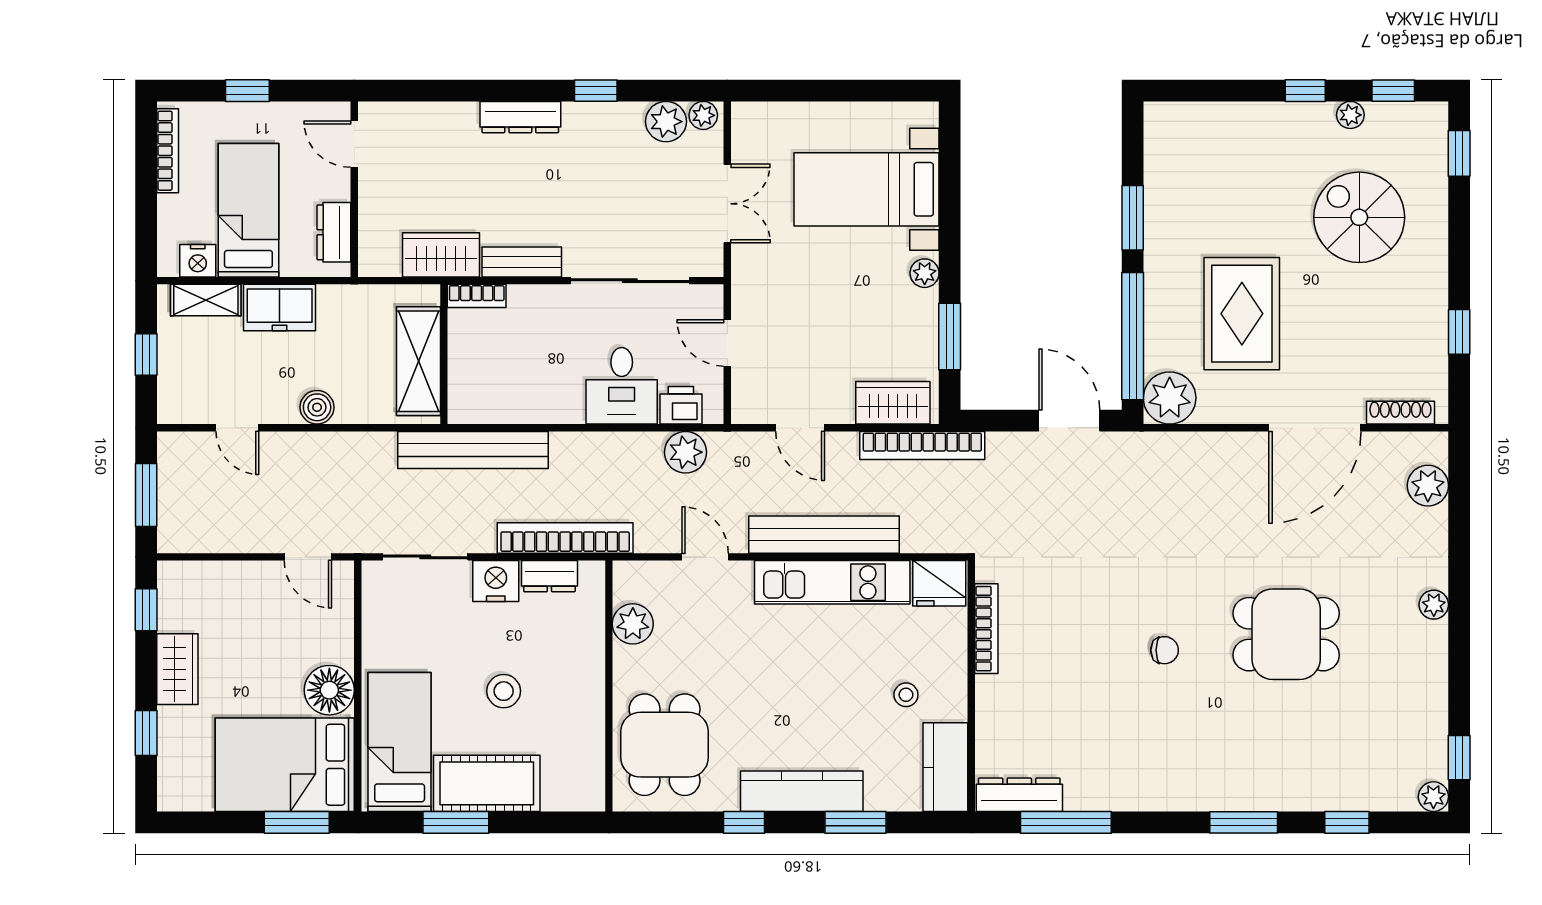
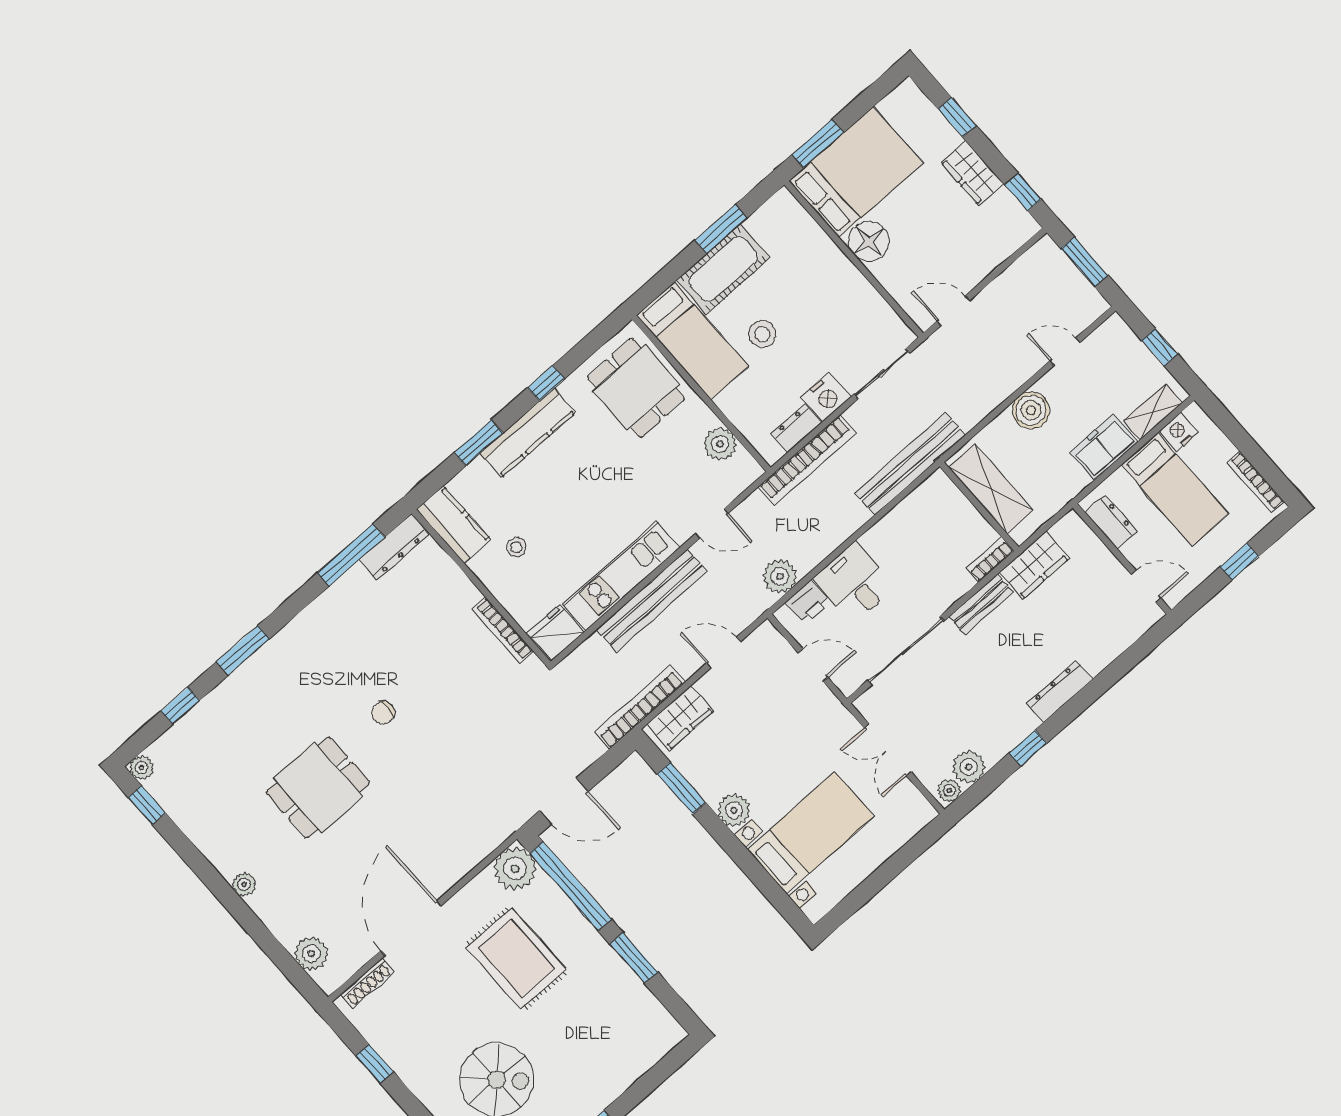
plant: (925, 273) -> (734, 810), width x1.38, depth x1.38
boiler: (317, 407) -> (1031, 410), width x1.36, depth x1.36
bed: (400, 742) -> (692, 341), moved

